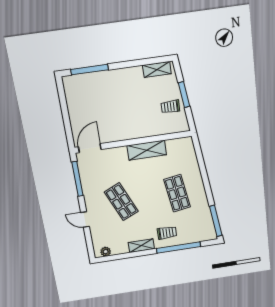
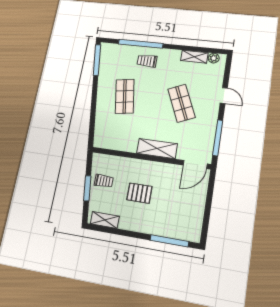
pallet: (132, 106) -> (139, 193), added
shelving: (147, 150) -> (157, 149), moved
shelving: (141, 246) -> (194, 57), moved

